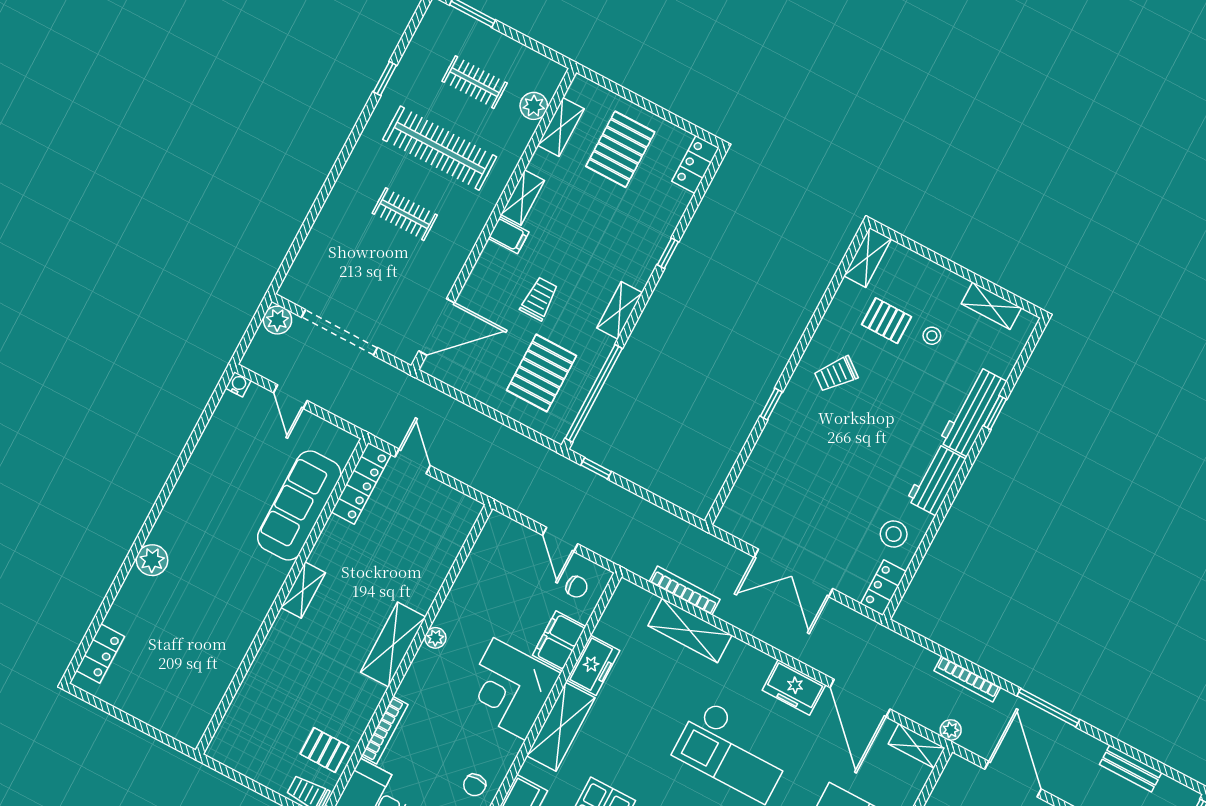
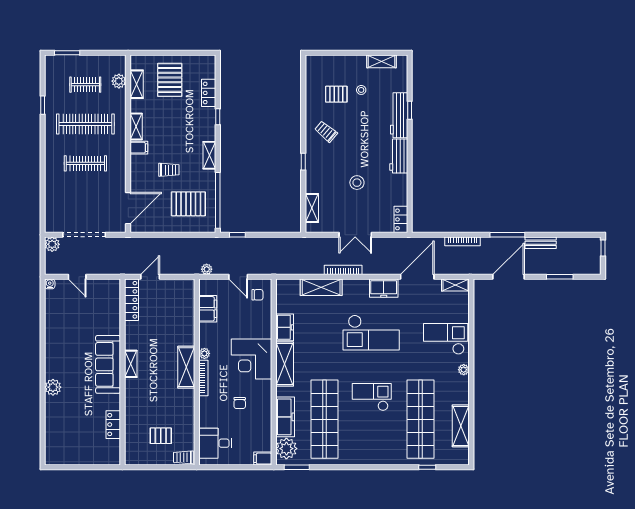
locker: (695, 164) -> (209, 93), moved
clothes rail: (405, 214) -> (85, 163), width x1.36
shelving: (867, 257) -> (312, 208), moved
trolley: (539, 299) -> (169, 170), turned 90
pallet: (542, 373) -> (188, 204), turned 90
trolley: (836, 374) -> (326, 132), turned 92
door: (413, 461) -> (150, 277), hinge flipped
sofa: (299, 505) -> (108, 364), moved
stool: (894, 534) -> (357, 183), moved
double door: (793, 573) -> (355, 235), width x0.73
bookcase: (685, 591) -> (343, 270), moved
filing cabinet: (559, 641) -> (208, 309), moved, turned 180
locker: (100, 653) -> (113, 425), moved, turned 180
door: (860, 698) -> (417, 277), swing flipped
bookcase: (385, 730) -> (203, 378), moved
plant: (951, 730) -> (207, 269), moved
pallet: (324, 750) -> (161, 436), moved
bench: (1131, 769) -> (541, 243), moved
door: (1013, 779) -> (508, 277), hinge flipped
chair: (475, 785) -> (240, 403), moved

